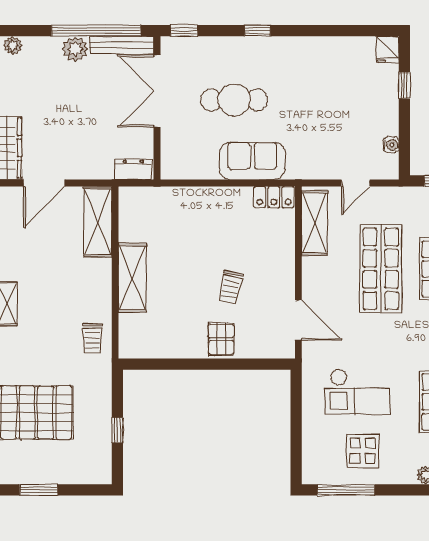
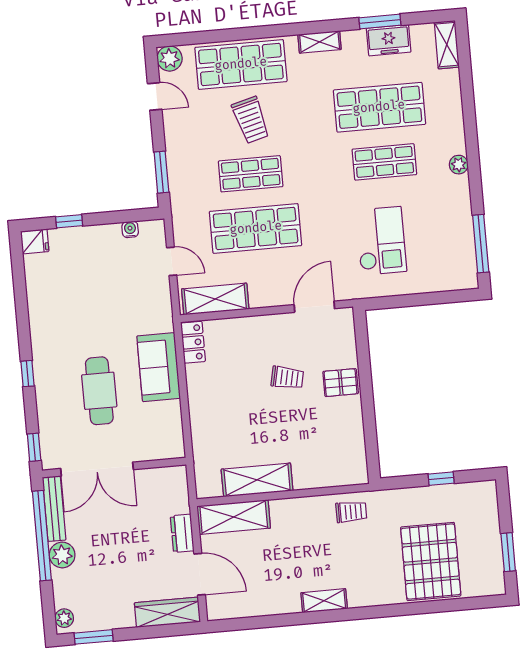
dresser: (133, 169) -> (182, 533), moved
shelving: (132, 278) -> (257, 480), moved
display table: (363, 451) -> (440, 230), removed

